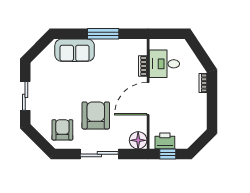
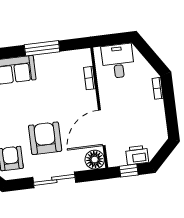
desk: (164, 64) -> (118, 61), moved, turned 90
door: (148, 99) -> (102, 128), moved
printer: (165, 141) -> (137, 155), moved

